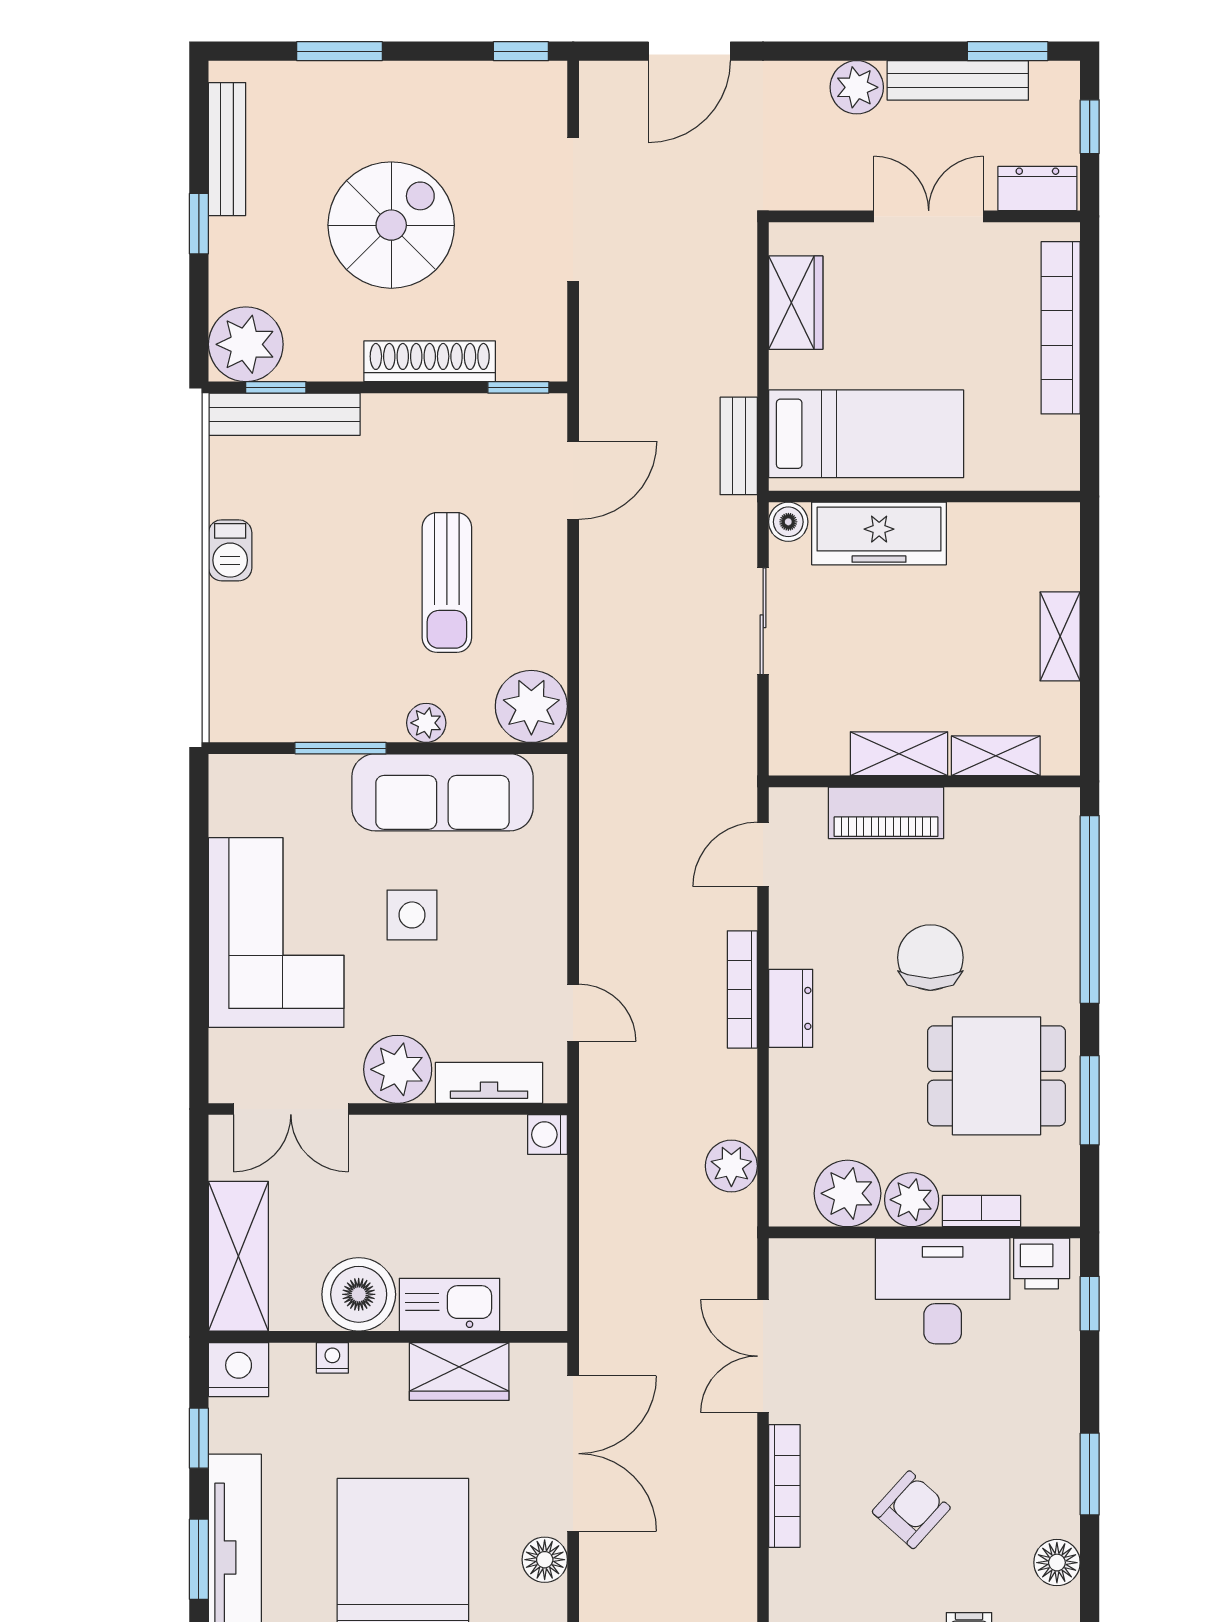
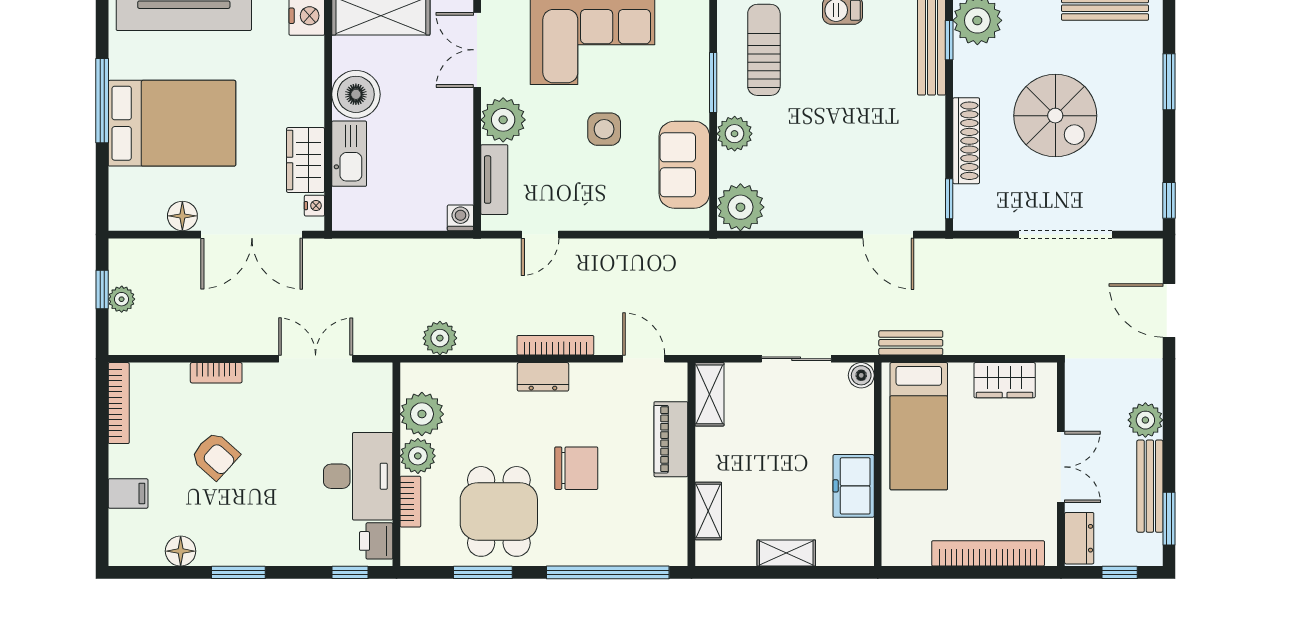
freezer: (879, 533) -> (854, 486), moved, width x0.71
sun lounger: (447, 582) -> (764, 50), moved, turned 90
plant: (426, 723) -> (735, 134), width x1.38, depth x1.38
shelving: (899, 754) -> (709, 394), moved
sofa: (442, 792) -> (684, 165), width x0.73
nightstand: (332, 1358) -> (314, 206), moved
bookcase: (784, 1486) -> (216, 373), width x0.64

